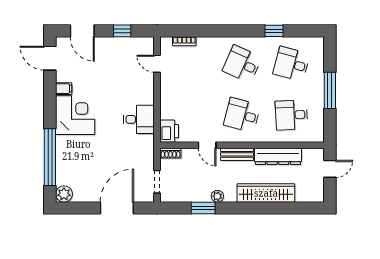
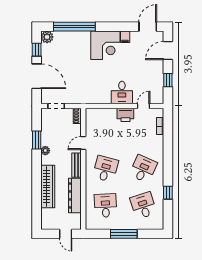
desk: (291, 64) -> (143, 206), turned -33
desk: (139, 119) -> (122, 92), moved
printer: (169, 131) -> (125, 115), moved
window: (81, 208) -> (37, 50), added

